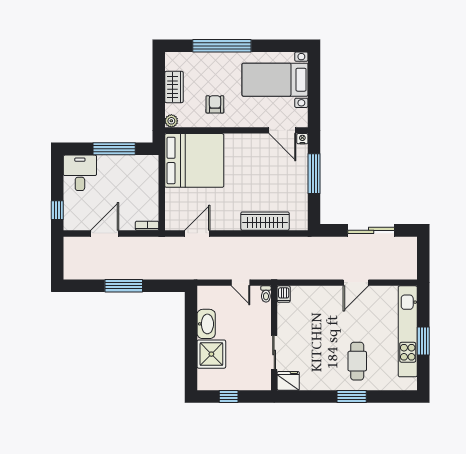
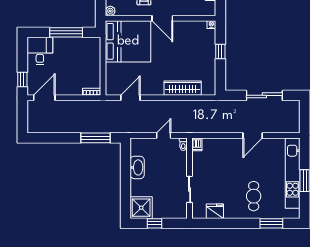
door: (282, 130) -> (162, 18), moved
window: (314, 174) -> (220, 52), width x0.46
door: (105, 233) -> (44, 98), moved
door: (241, 283) -> (164, 136), swing flipped
window: (124, 286) -> (95, 138), moved
shower: (211, 354) -> (141, 208), moved
fridge: (288, 381) -> (215, 211), moved
window: (352, 397) -> (271, 223), moved

